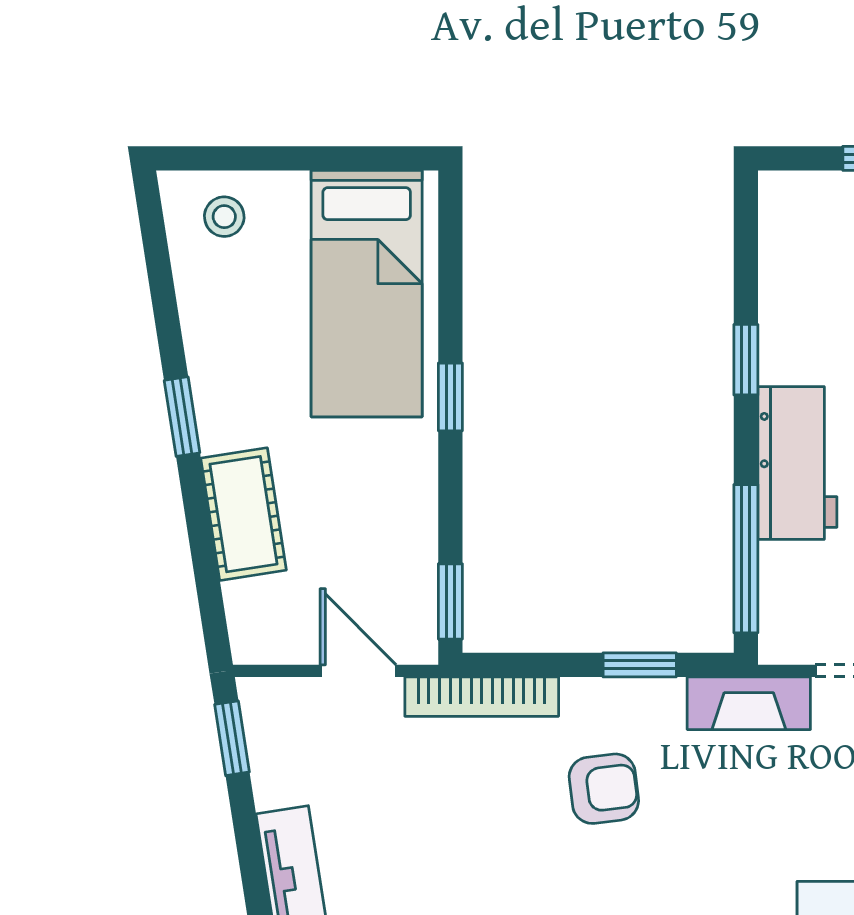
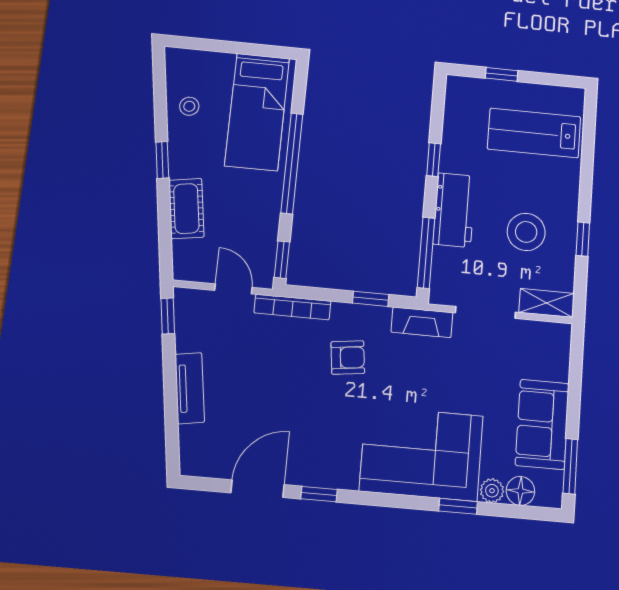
stool: (224, 217) -> (189, 106), moved
window: (450, 397) -> (292, 163), width x3.17

